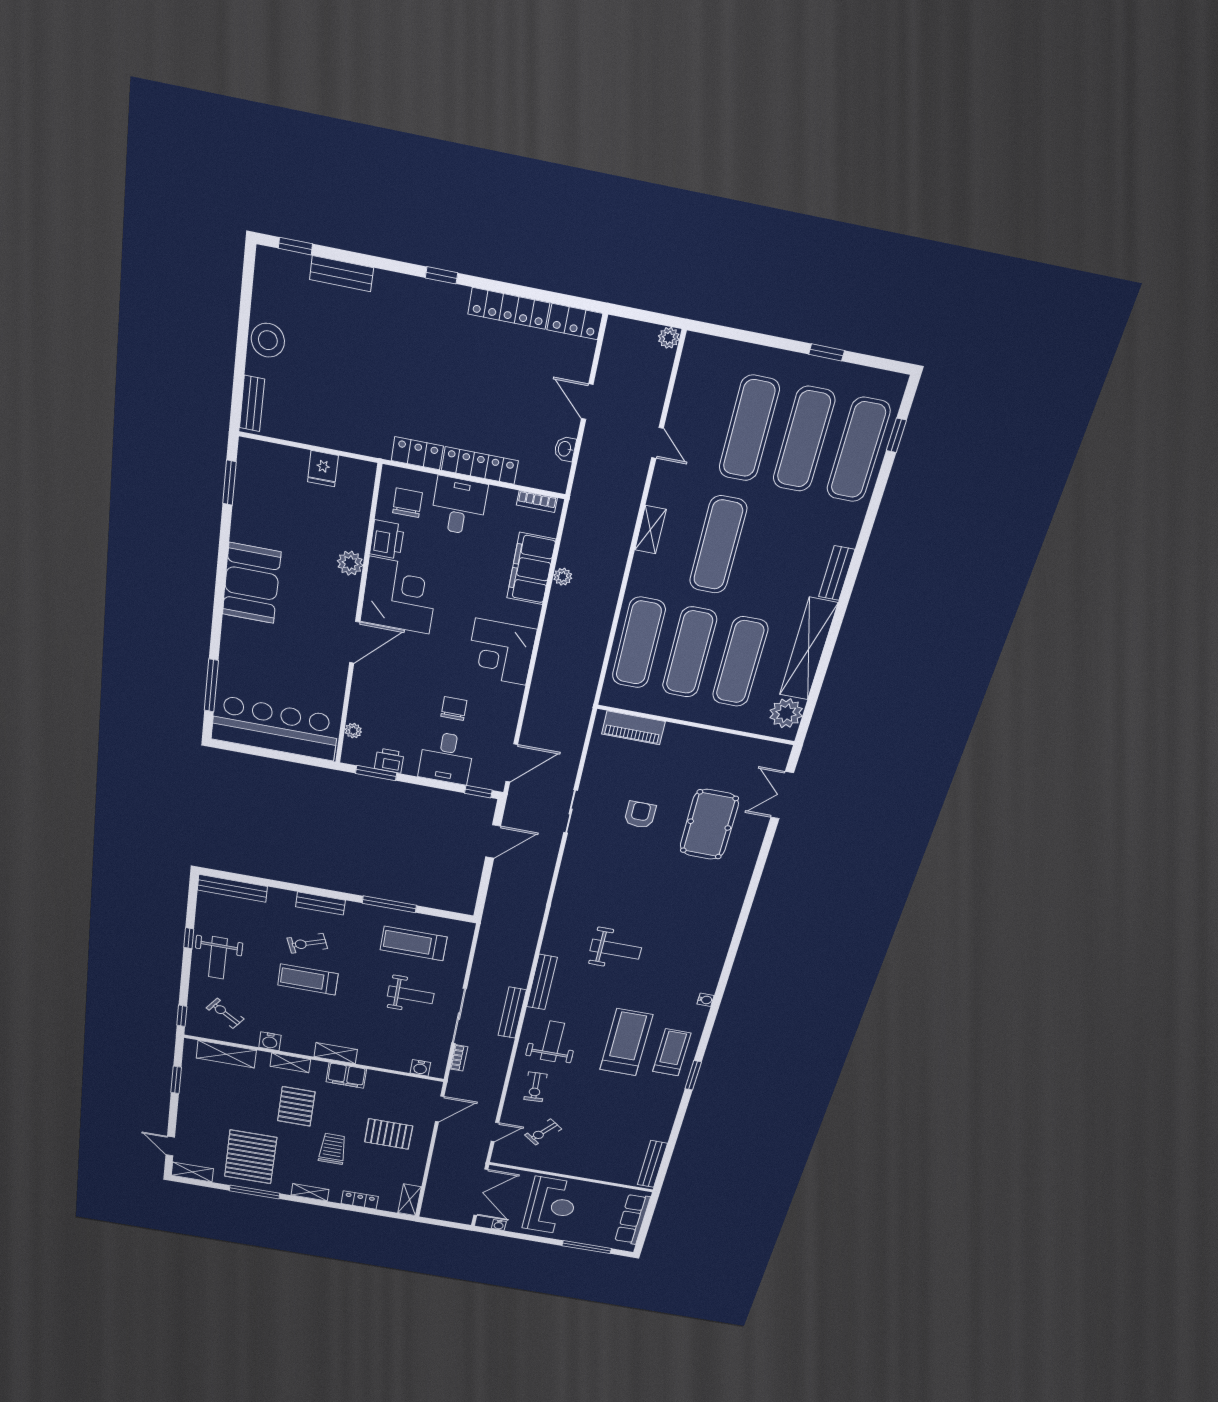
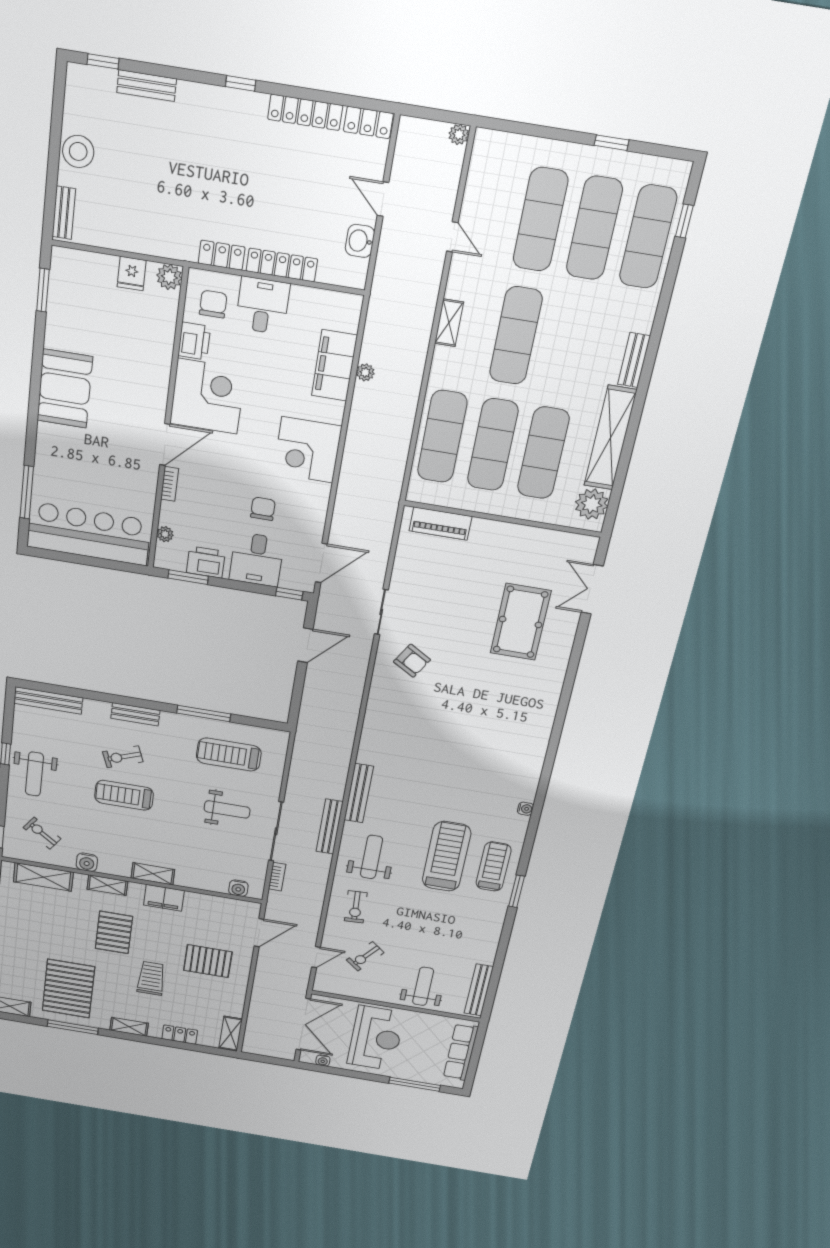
washbasin: (565, 449) -> (360, 241), width x1.38, depth x1.45
bookcase: (537, 501) -> (170, 484), moved, turned -90
plant: (350, 563) -> (169, 277), moved
printer: (389, 761) -> (206, 562), width x1.36, depth x1.24
armchair: (640, 815) -> (412, 661), moved, turned 121
weight bench: (616, 949) -> (423, 986), moved, turned -90

